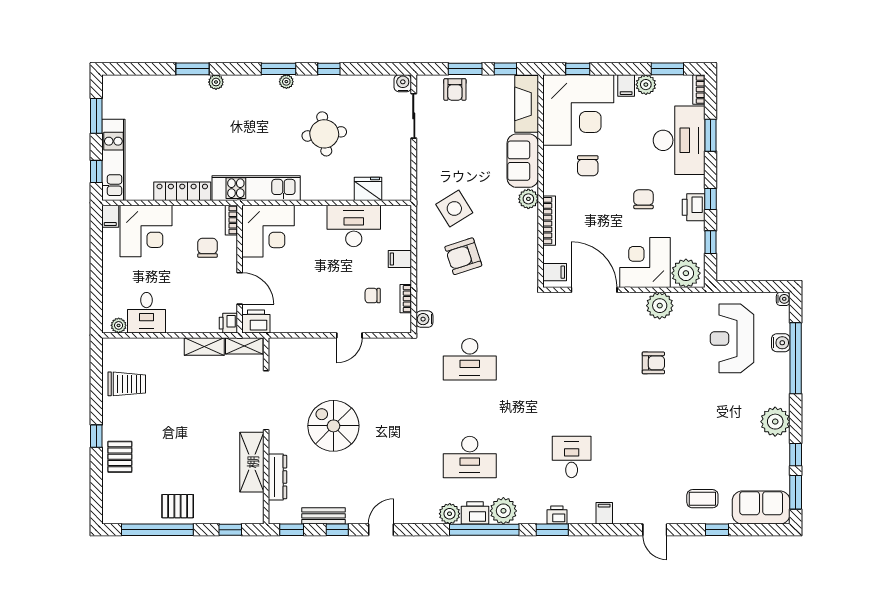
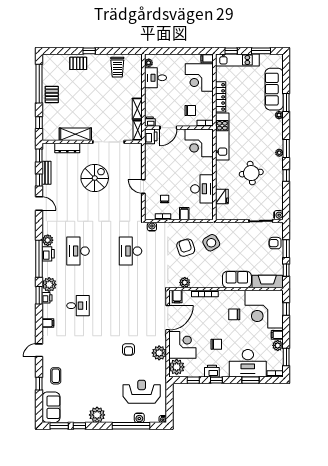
sofa: (168, 91) -> (274, 89), added
plant: (528, 199) -> (185, 282), moved
plant: (503, 511) -> (49, 285), moved

